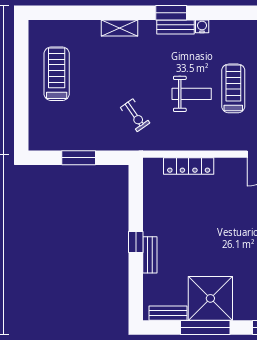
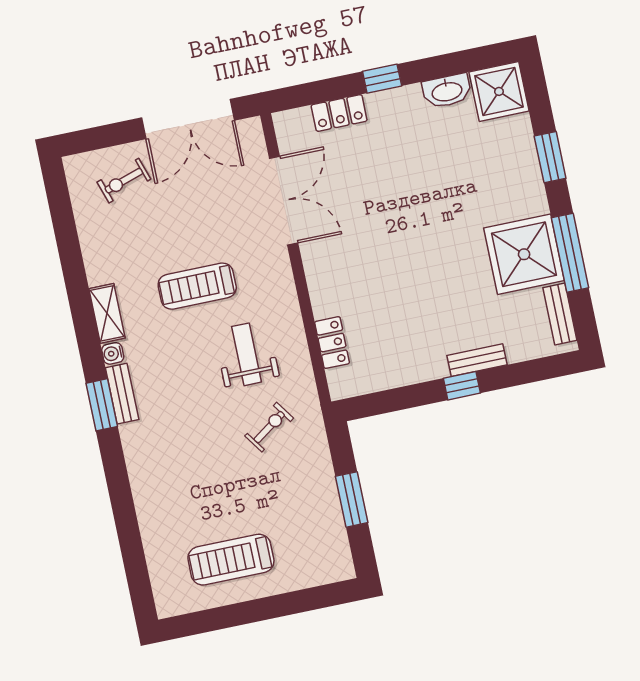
shelving: (120, 28) -> (107, 313), moved
weight bench: (192, 94) -> (247, 354), moved
locker: (189, 166) -> (332, 343), width x0.66

